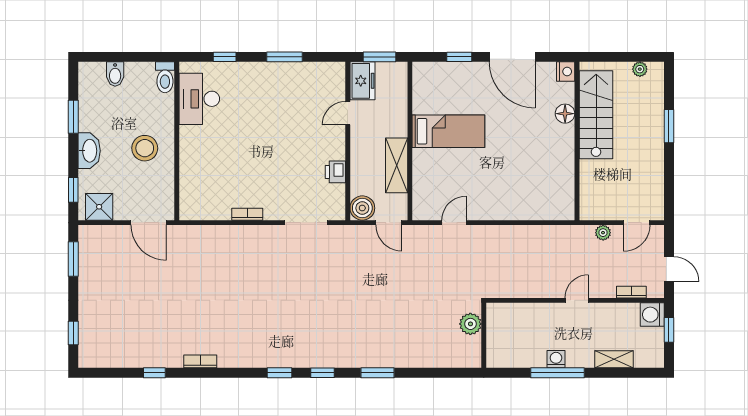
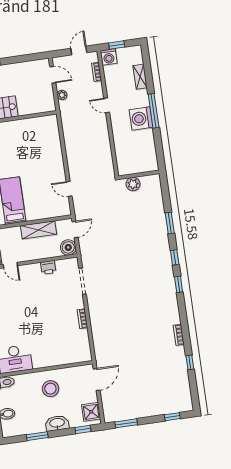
plant: (470, 324) -> (133, 184), moved
wall: (484, 335) -> (139, 175), moved
washing machine: (556, 359) -> (141, 118), width x1.89, depth x1.89

